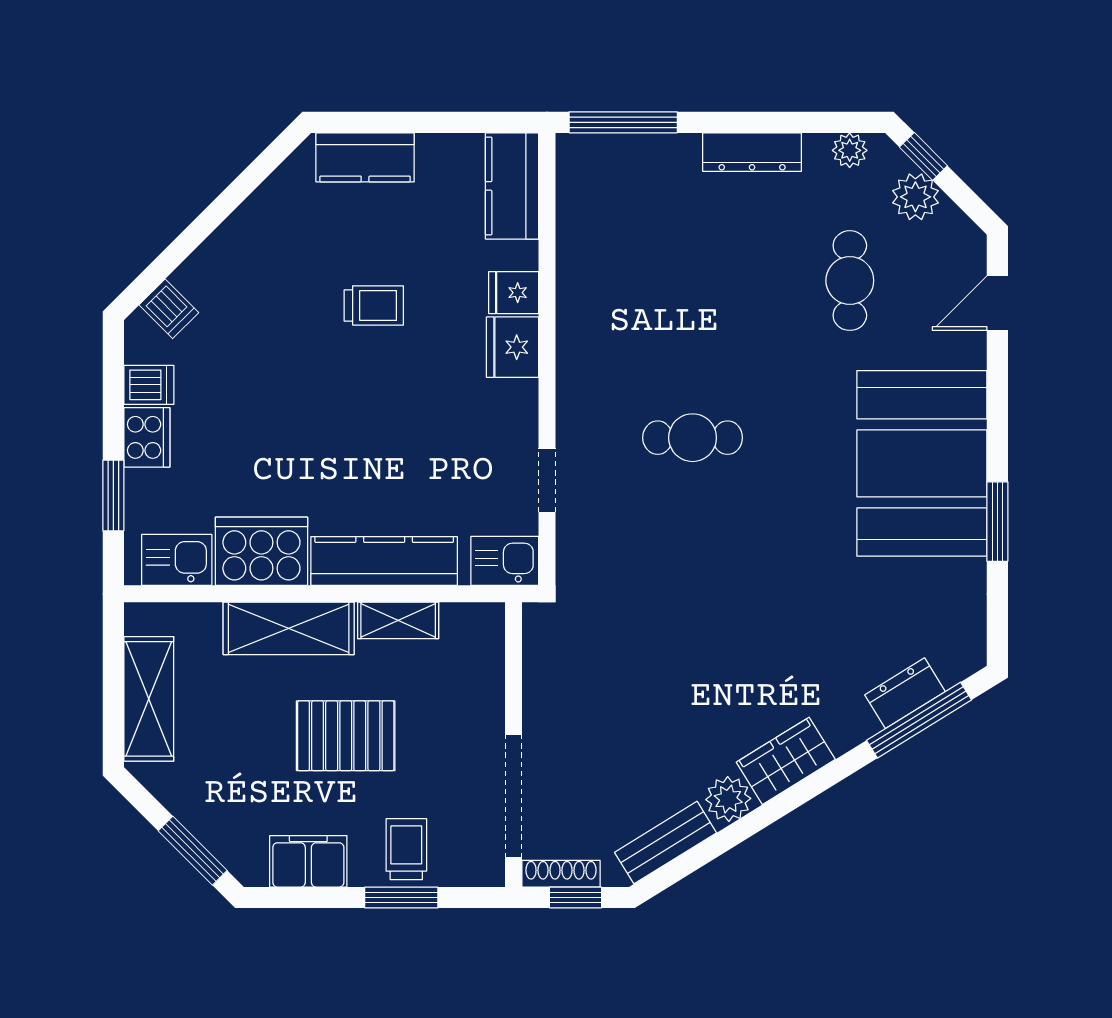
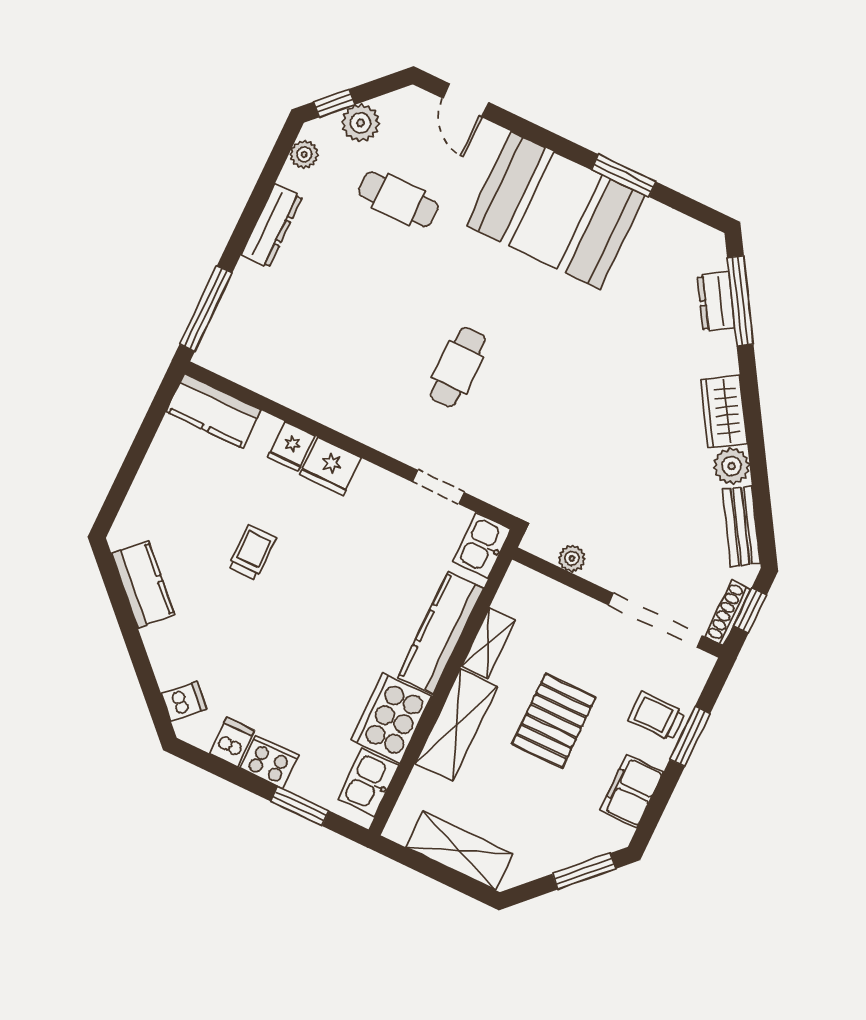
kitchen counter: (365, 157) -> (143, 584), moved, turned -45
plant: (538, 669) -> (572, 558), added

